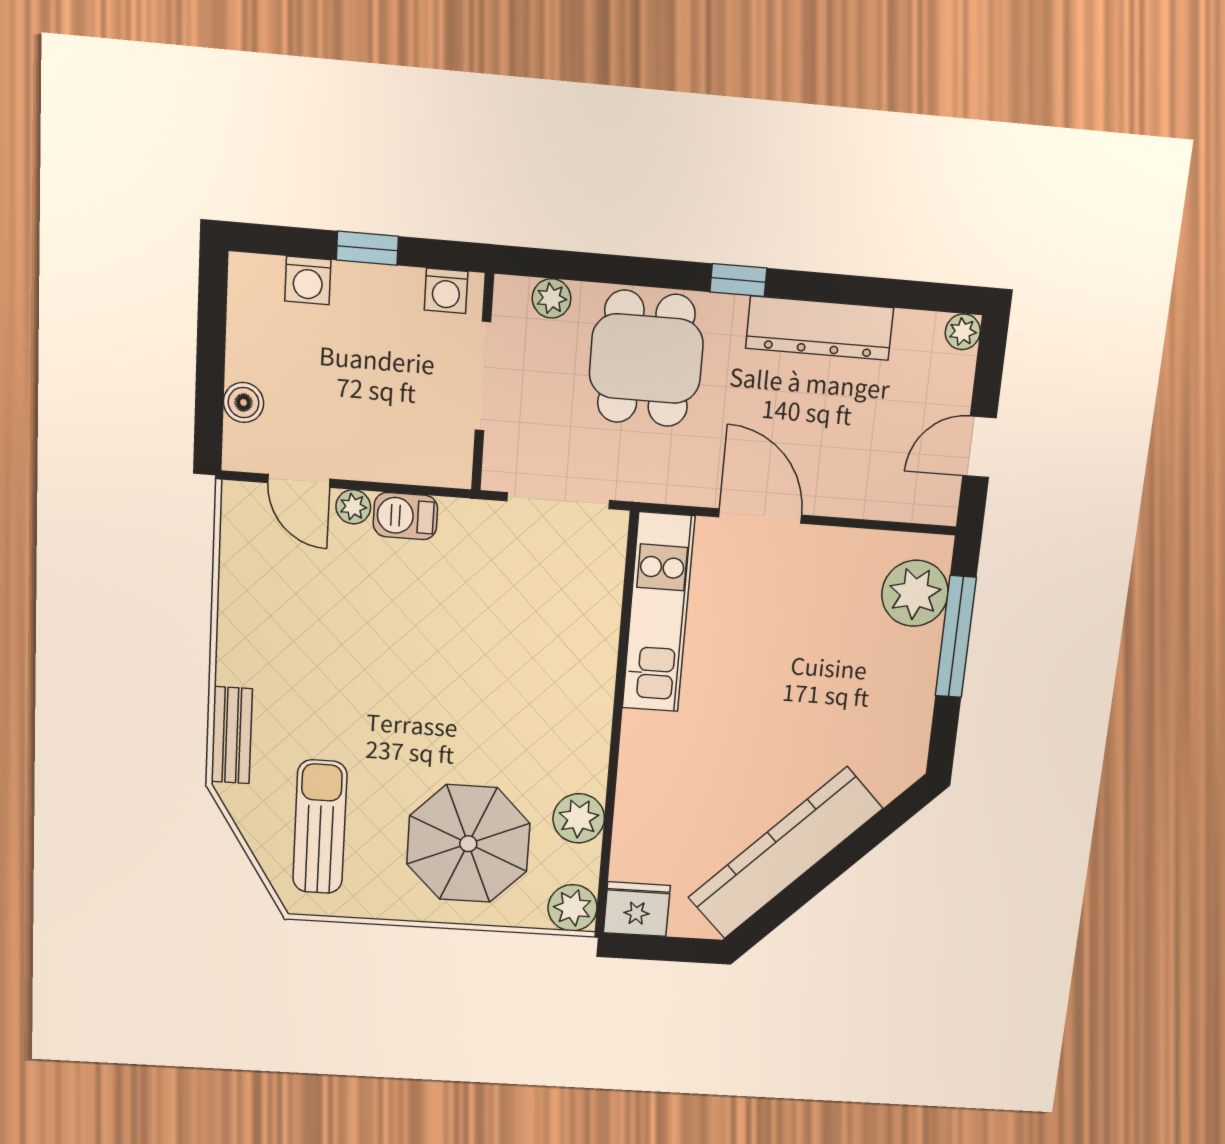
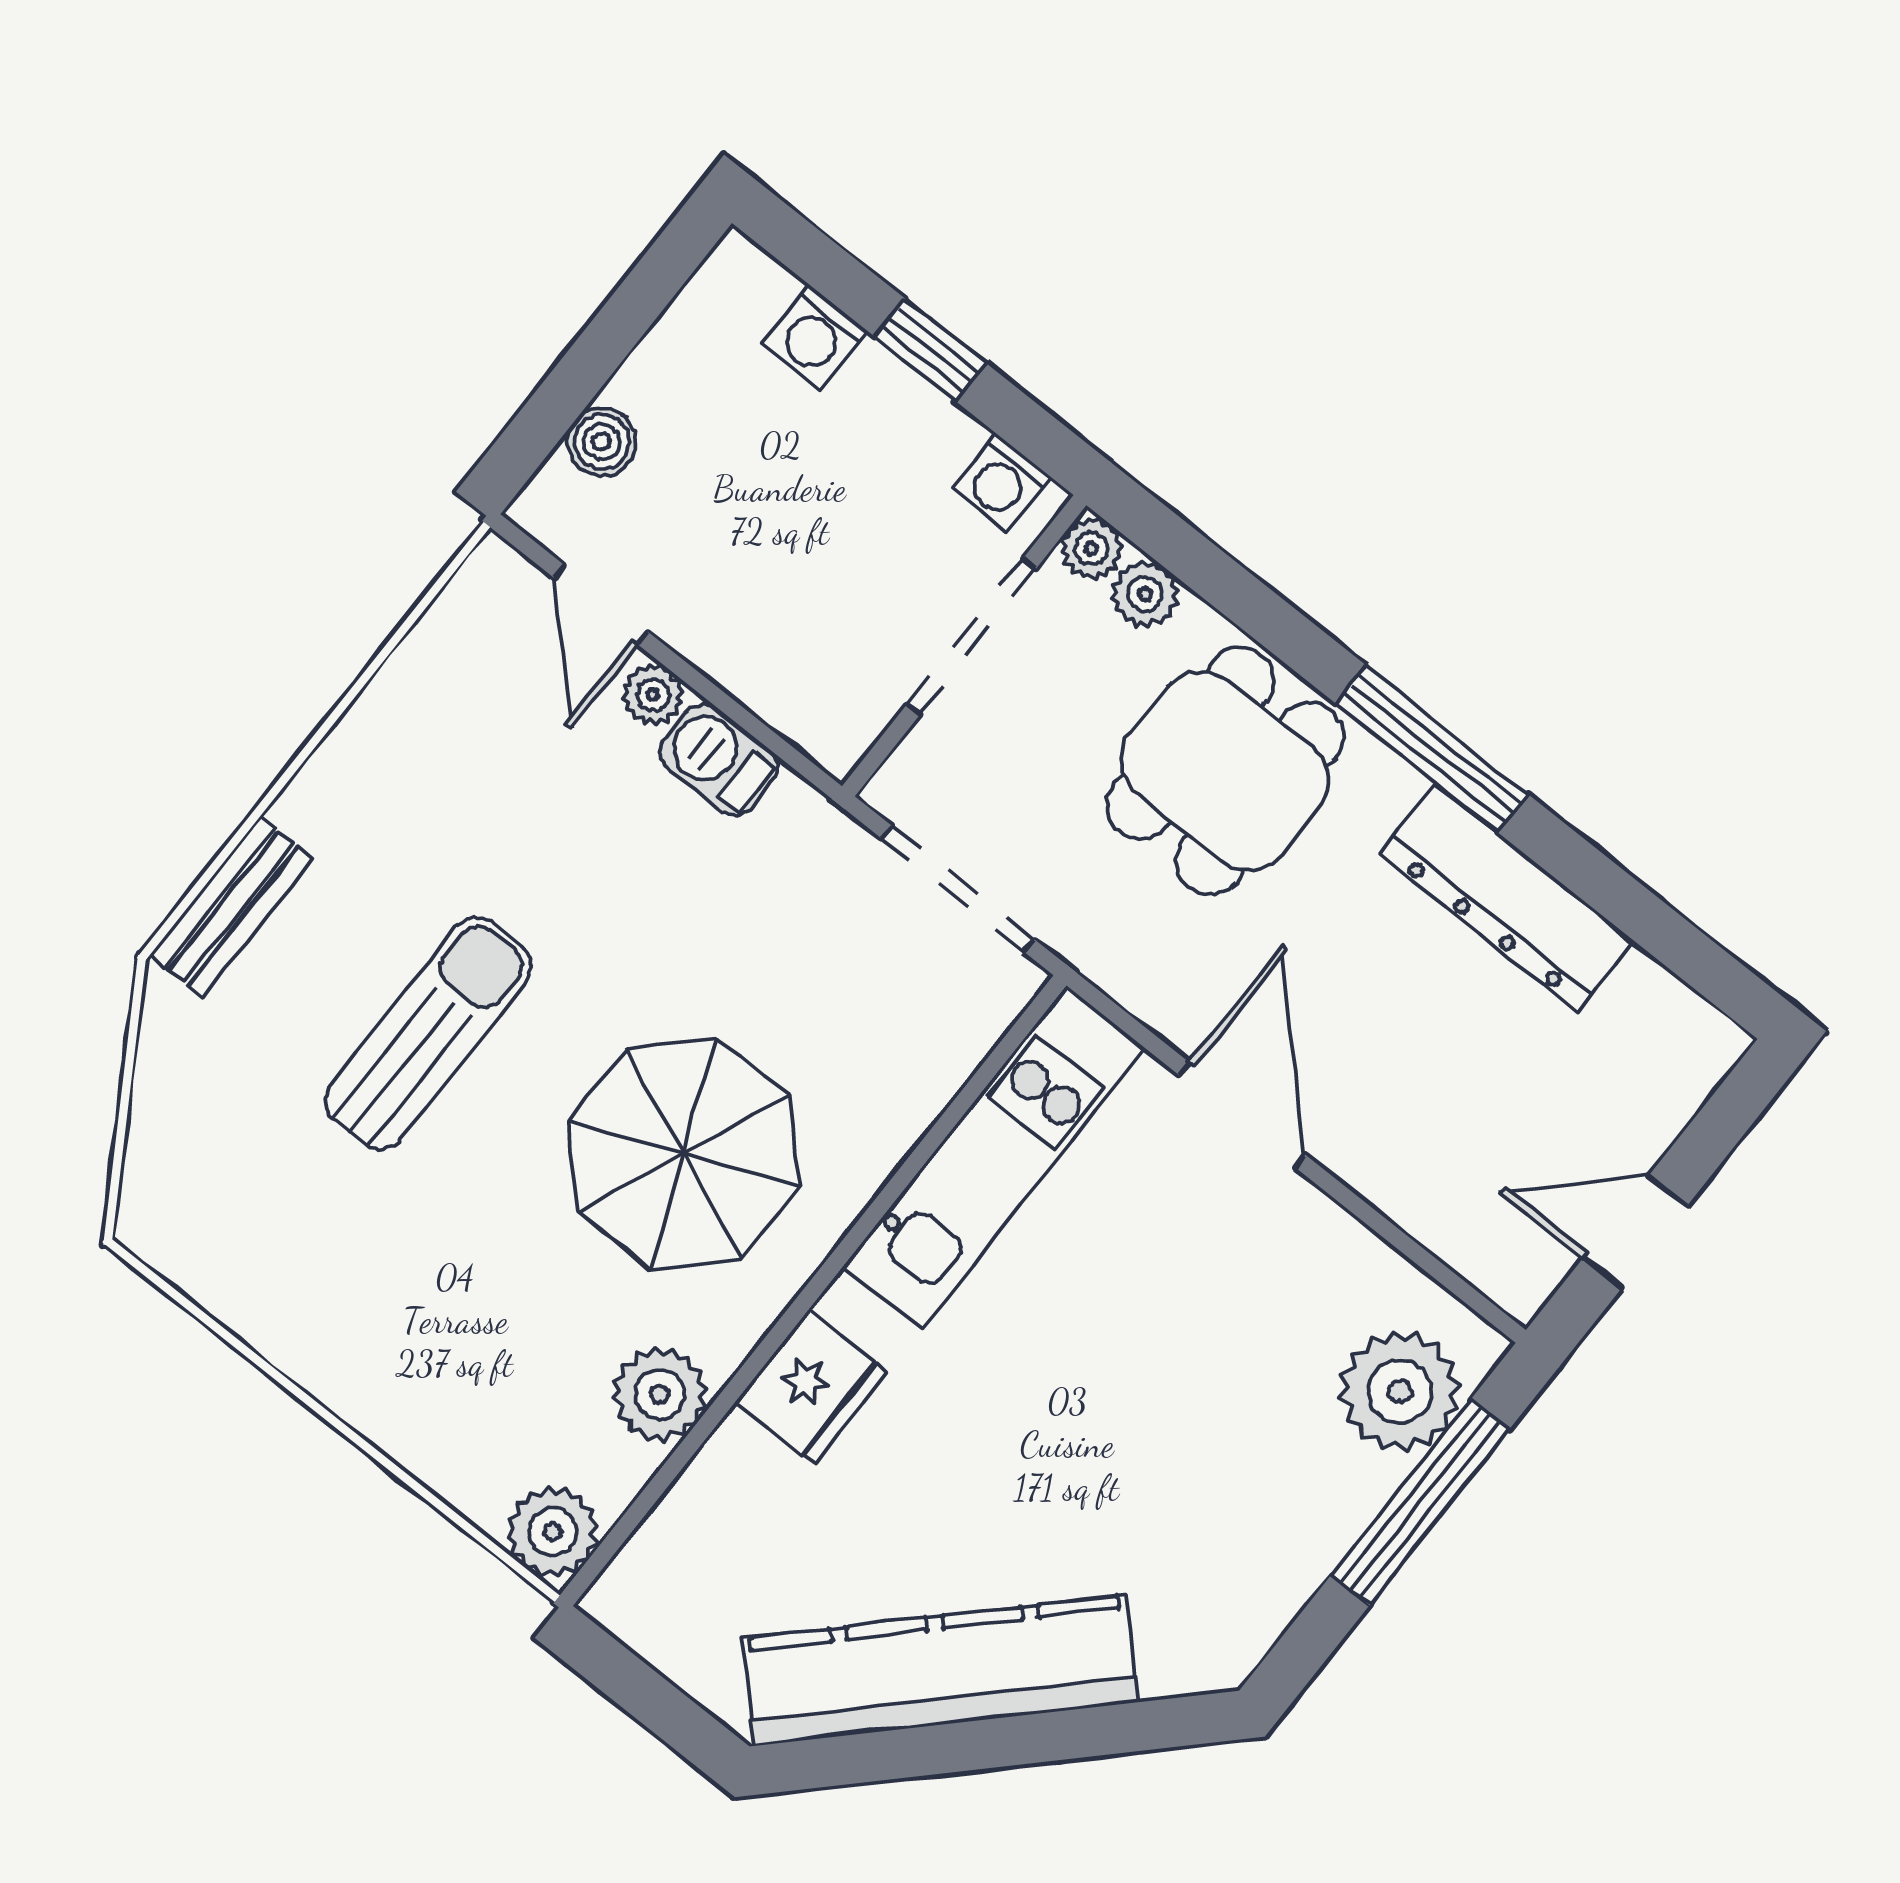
window: (738, 280) -> (1432, 749), width x2.17
plant: (963, 332) -> (1091, 548), moved
sun lounger: (320, 827) -> (428, 1034), moved
parasol: (468, 844) -> (684, 1154), moved
fridge: (637, 909) -> (812, 1387), moved, turned 90

